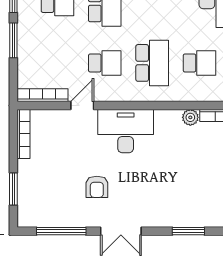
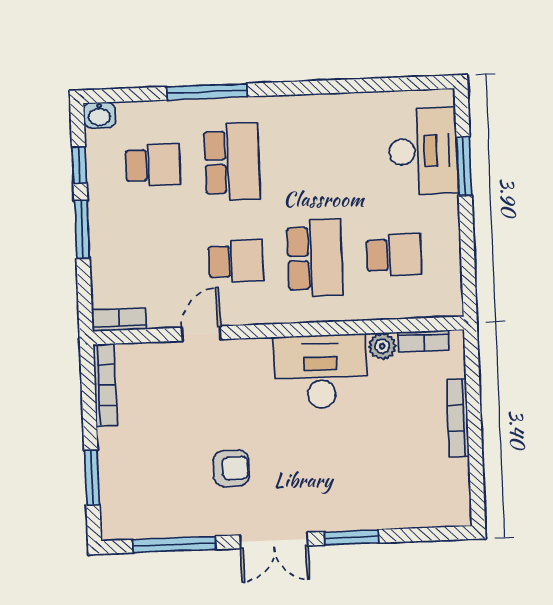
bookcase: (43, 95) -> (119, 320), width x0.64
desk: (126, 131) -> (321, 372), moved
armchair: (97, 187) -> (231, 468), turned -90
window: (188, 231) -> (351, 537), moved

